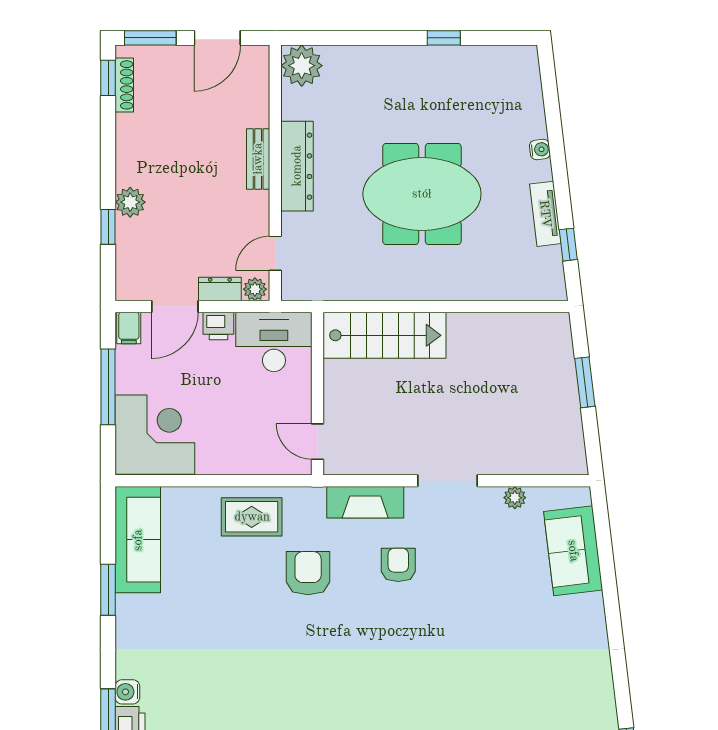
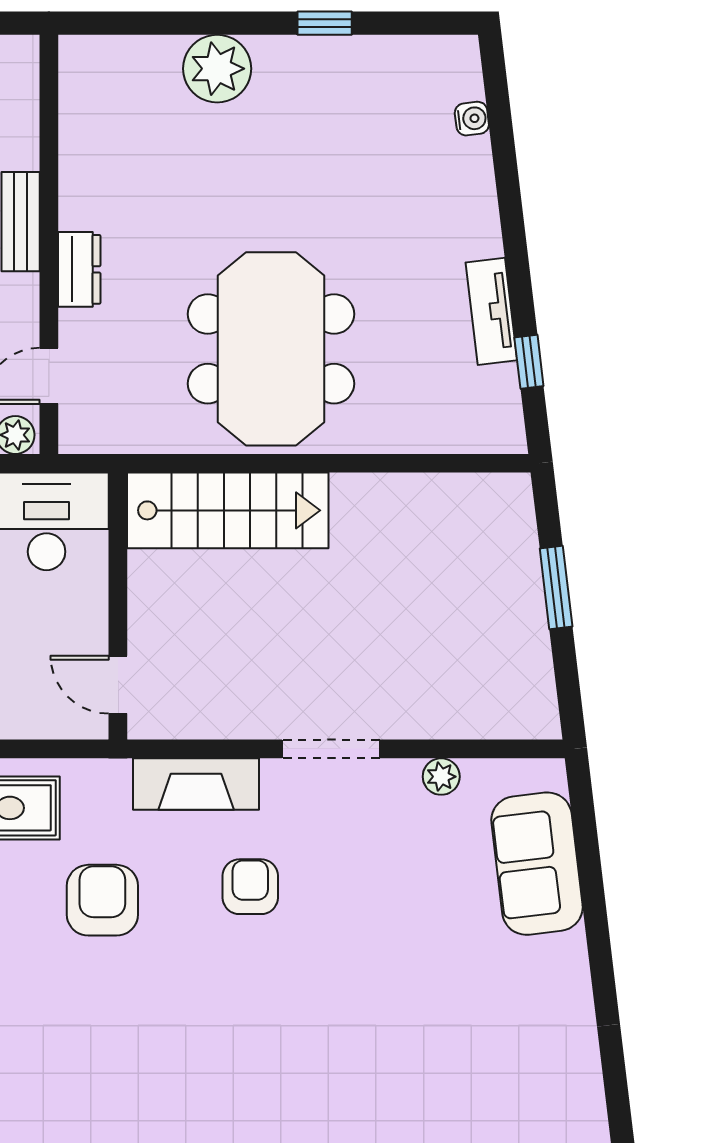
plant: (302, 66) -> (217, 69), moved
water cooler: (540, 150) -> (472, 119), moved
dresser: (297, 166) -> (79, 269), width x0.51, depth x0.80
meeting table: (422, 194) -> (271, 349), moved, turned 90

